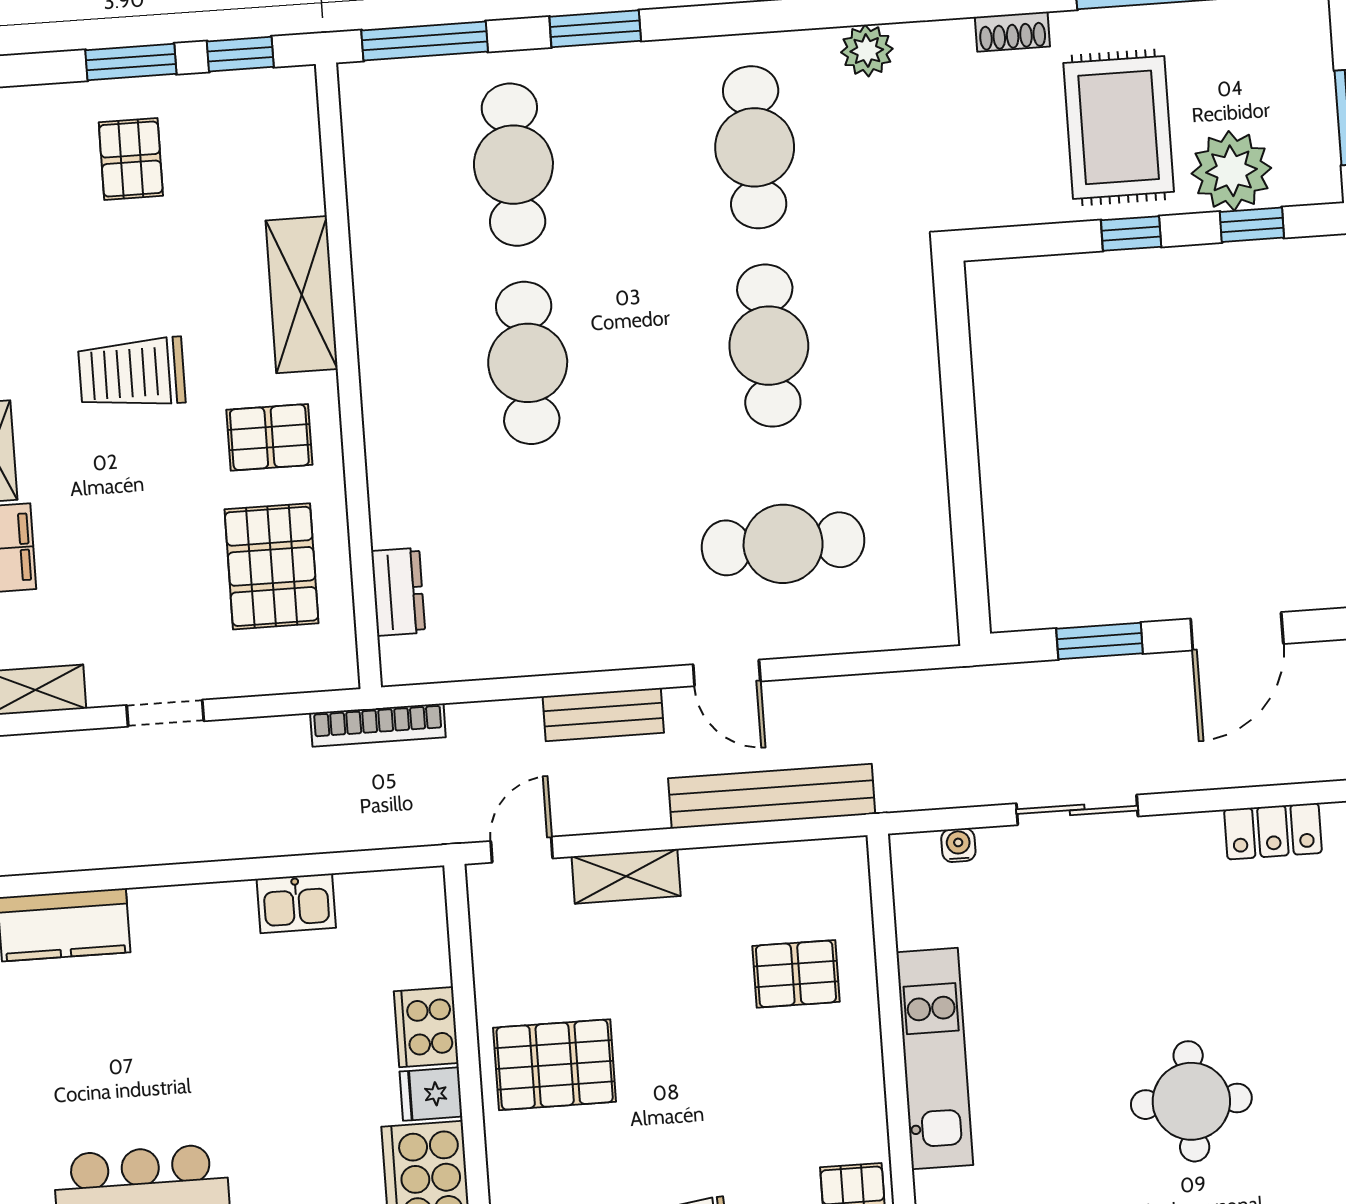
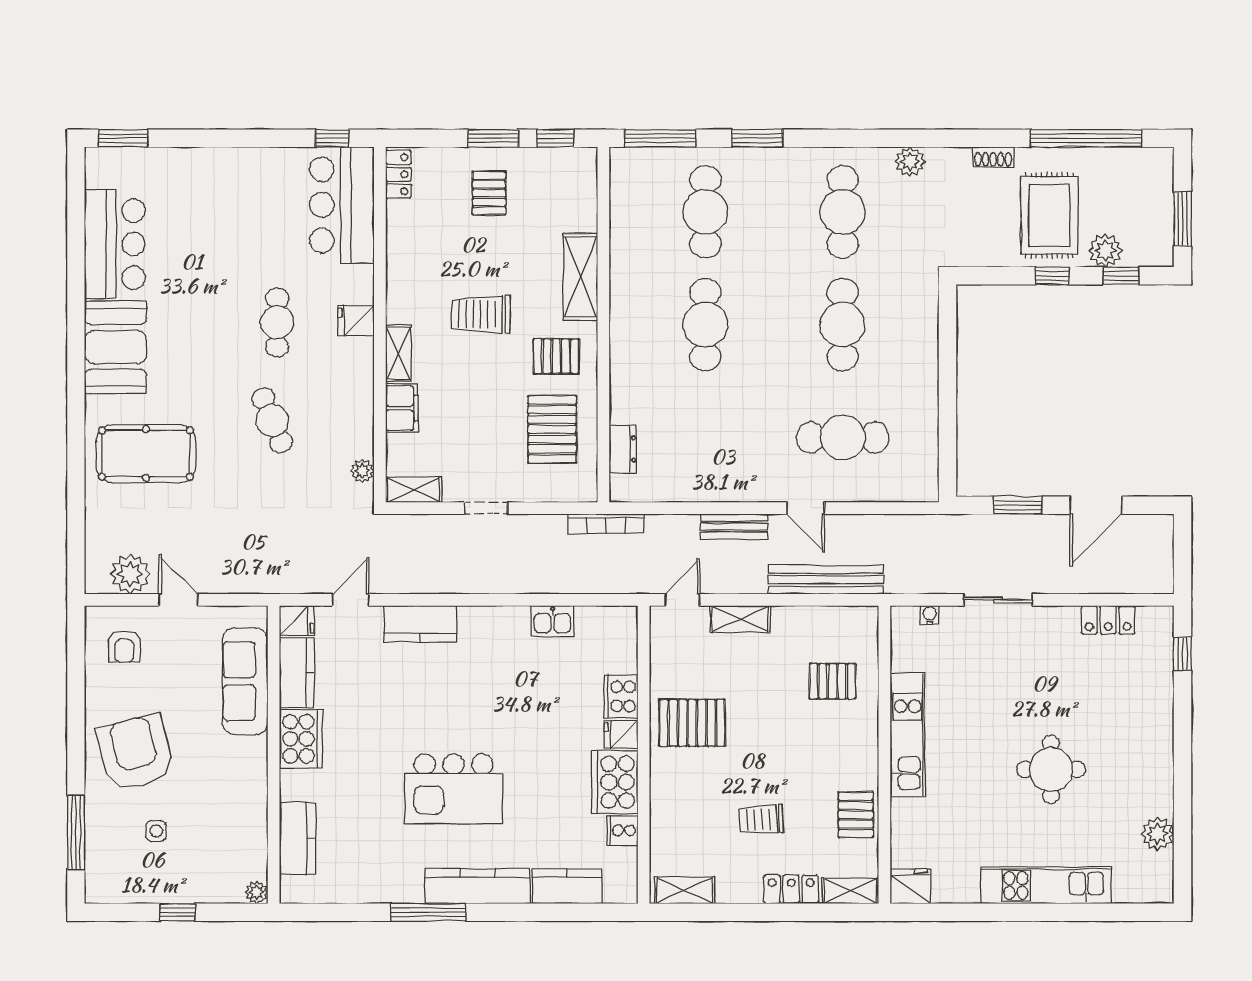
plant: (1231, 171) -> (1105, 251), width x0.73, depth x0.73

